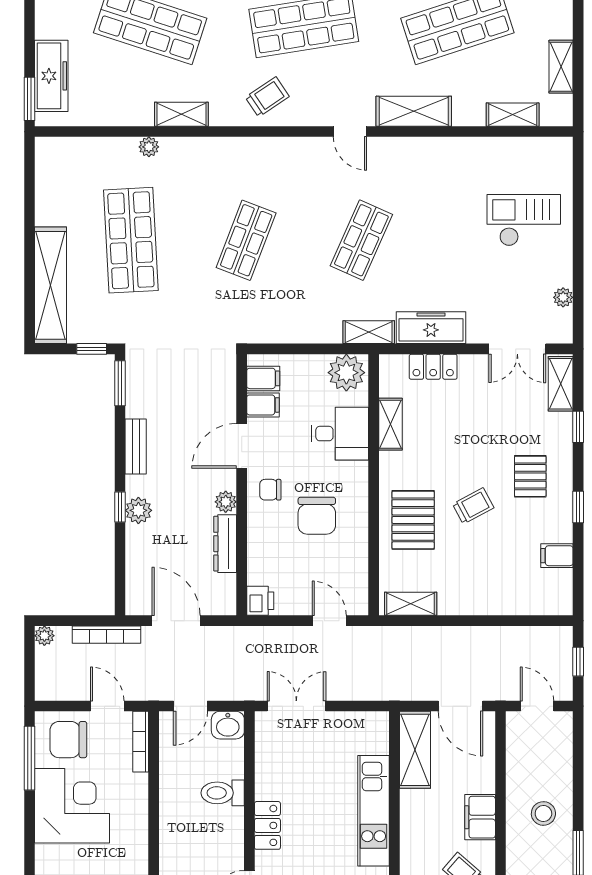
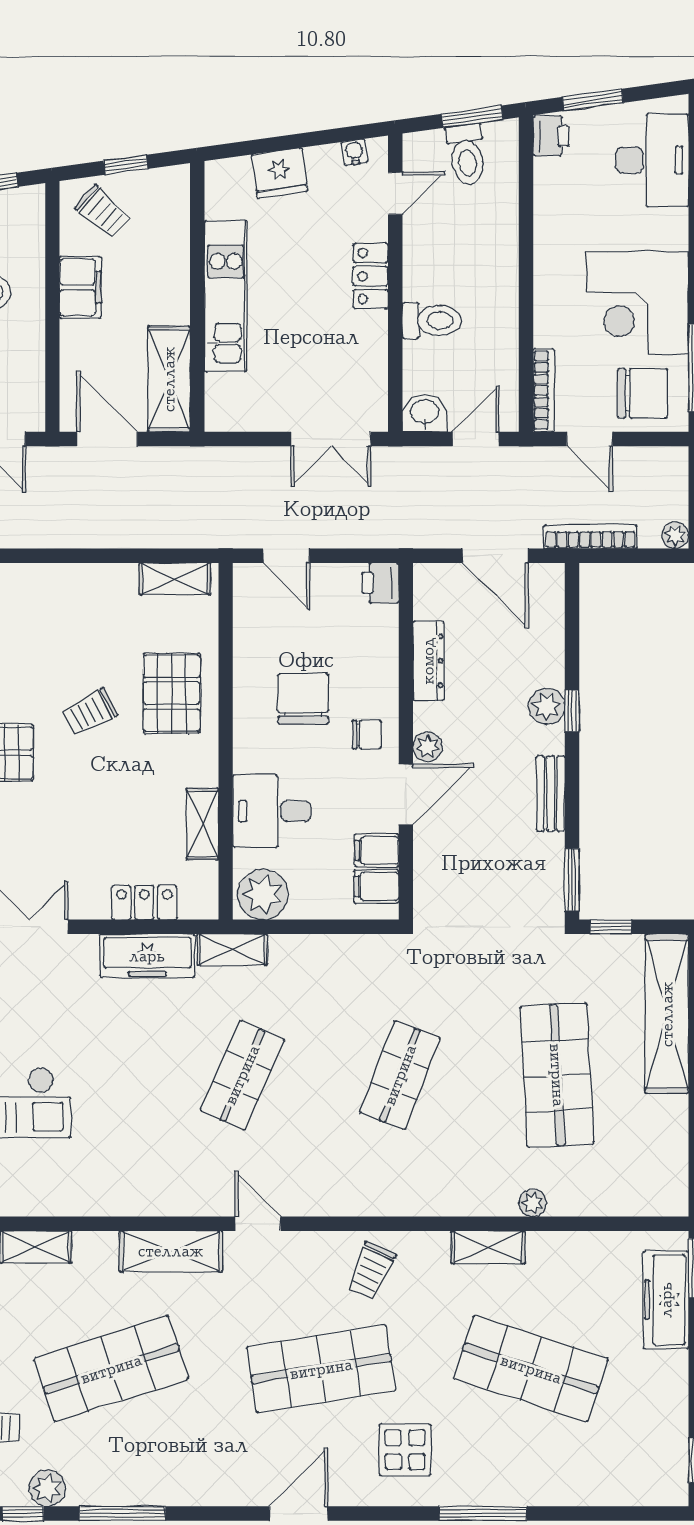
trolley: (267, 97) -> (371, 1271), turned -32
plant: (226, 502) -> (428, 747), moved

